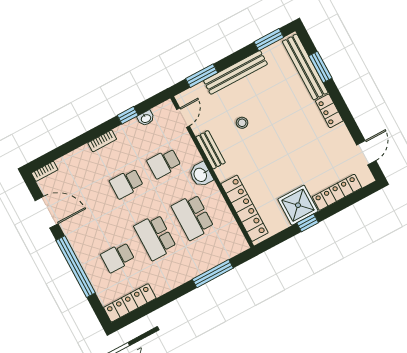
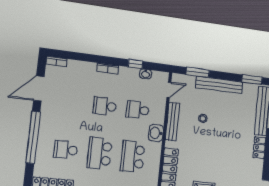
bench: (211, 150) -> (172, 122), width x1.36
door: (47, 212) -> (39, 89), swing flipped

